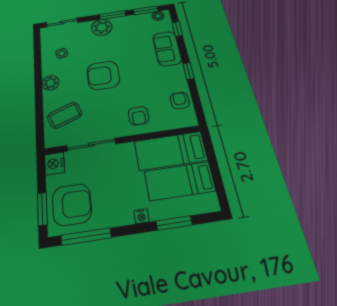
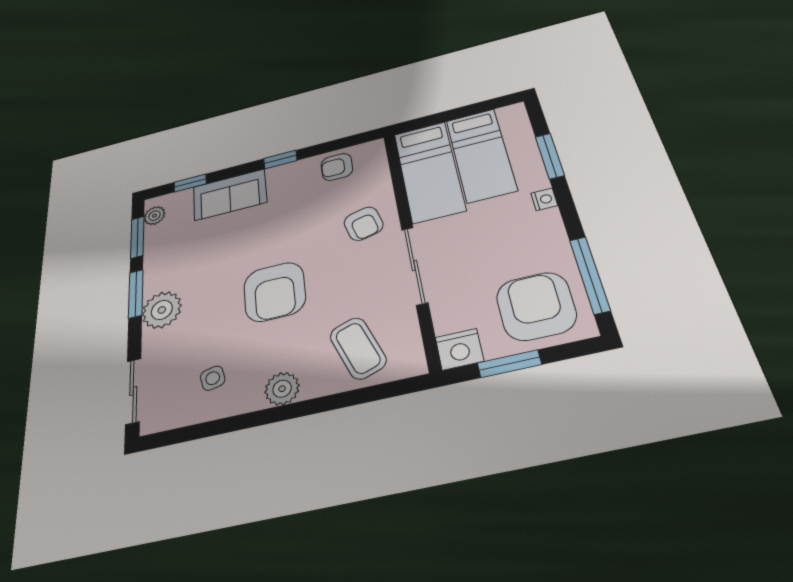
armchair: (139, 116) -> (363, 224), turned 76
sliding door: (91, 145) -> (415, 265), moved
window: (42, 209) -> (509, 364), moved

